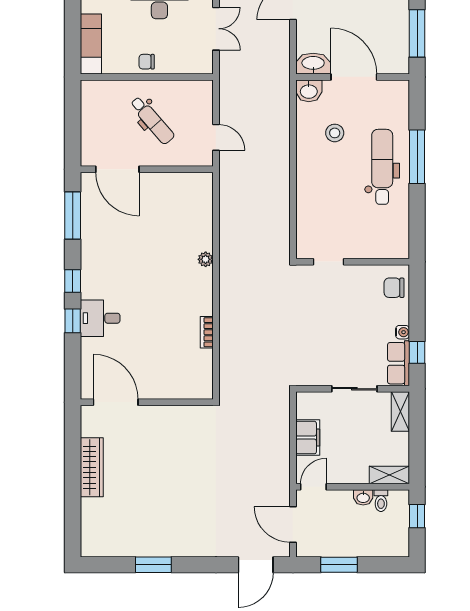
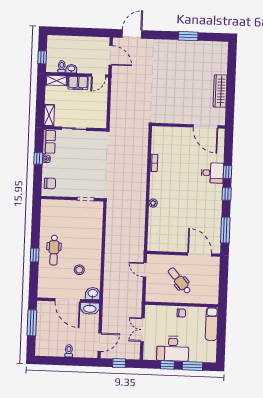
window: (417, 157) -> (35, 255), width x0.46
dental chair: (382, 167) -> (54, 250), width x0.73, depth x0.72
window: (417, 352) -> (38, 158), moved
filing cabinet: (308, 438) -> (78, 83), moved, turned -90
window: (339, 565) -> (86, 32), removed

